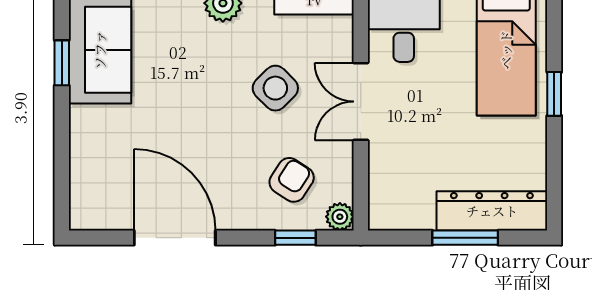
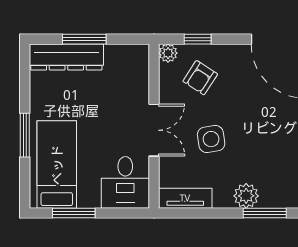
side table: (275, 88) -> (211, 139), turned 36
window: (554, 94) -> (25, 135), width x1.50

